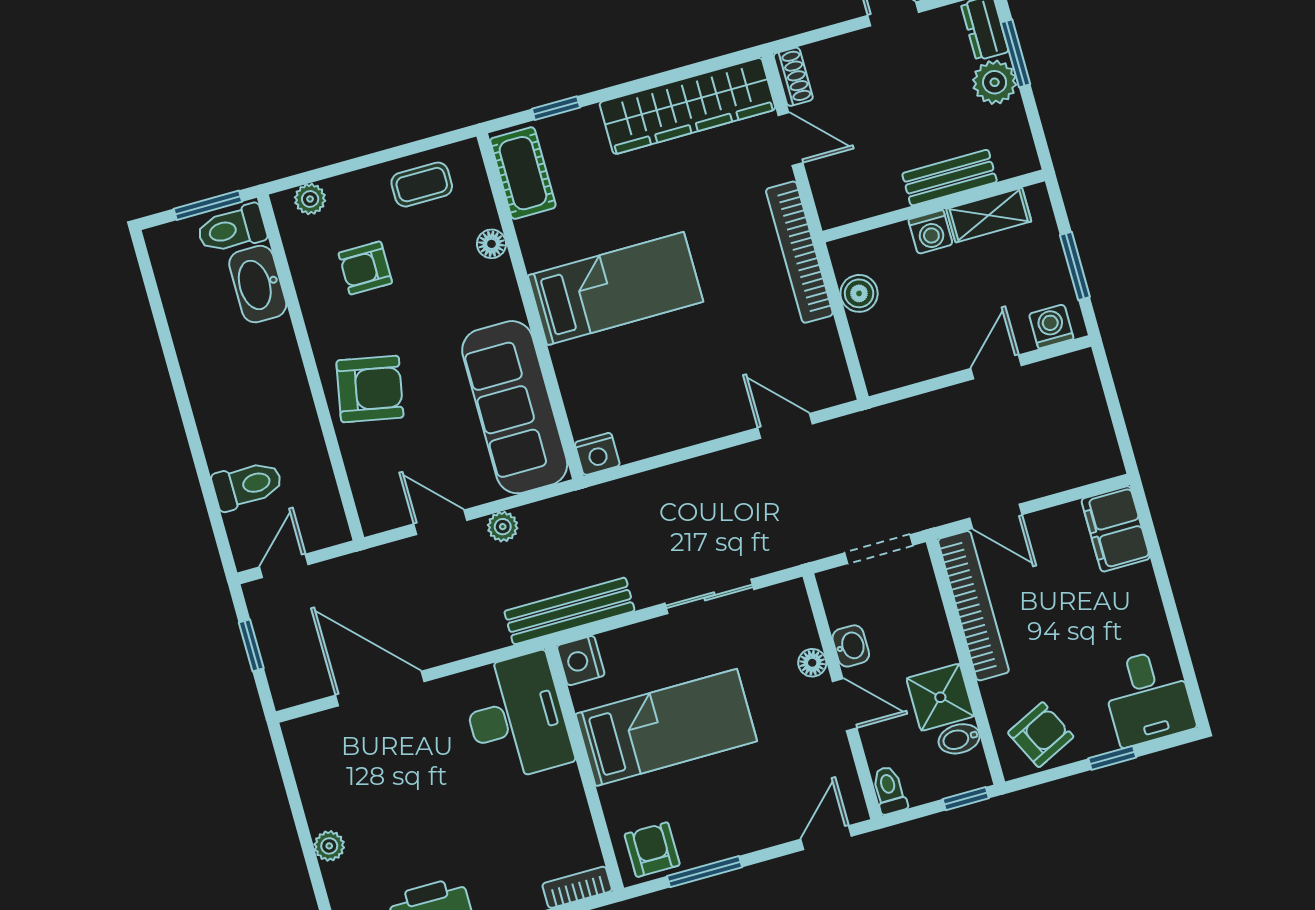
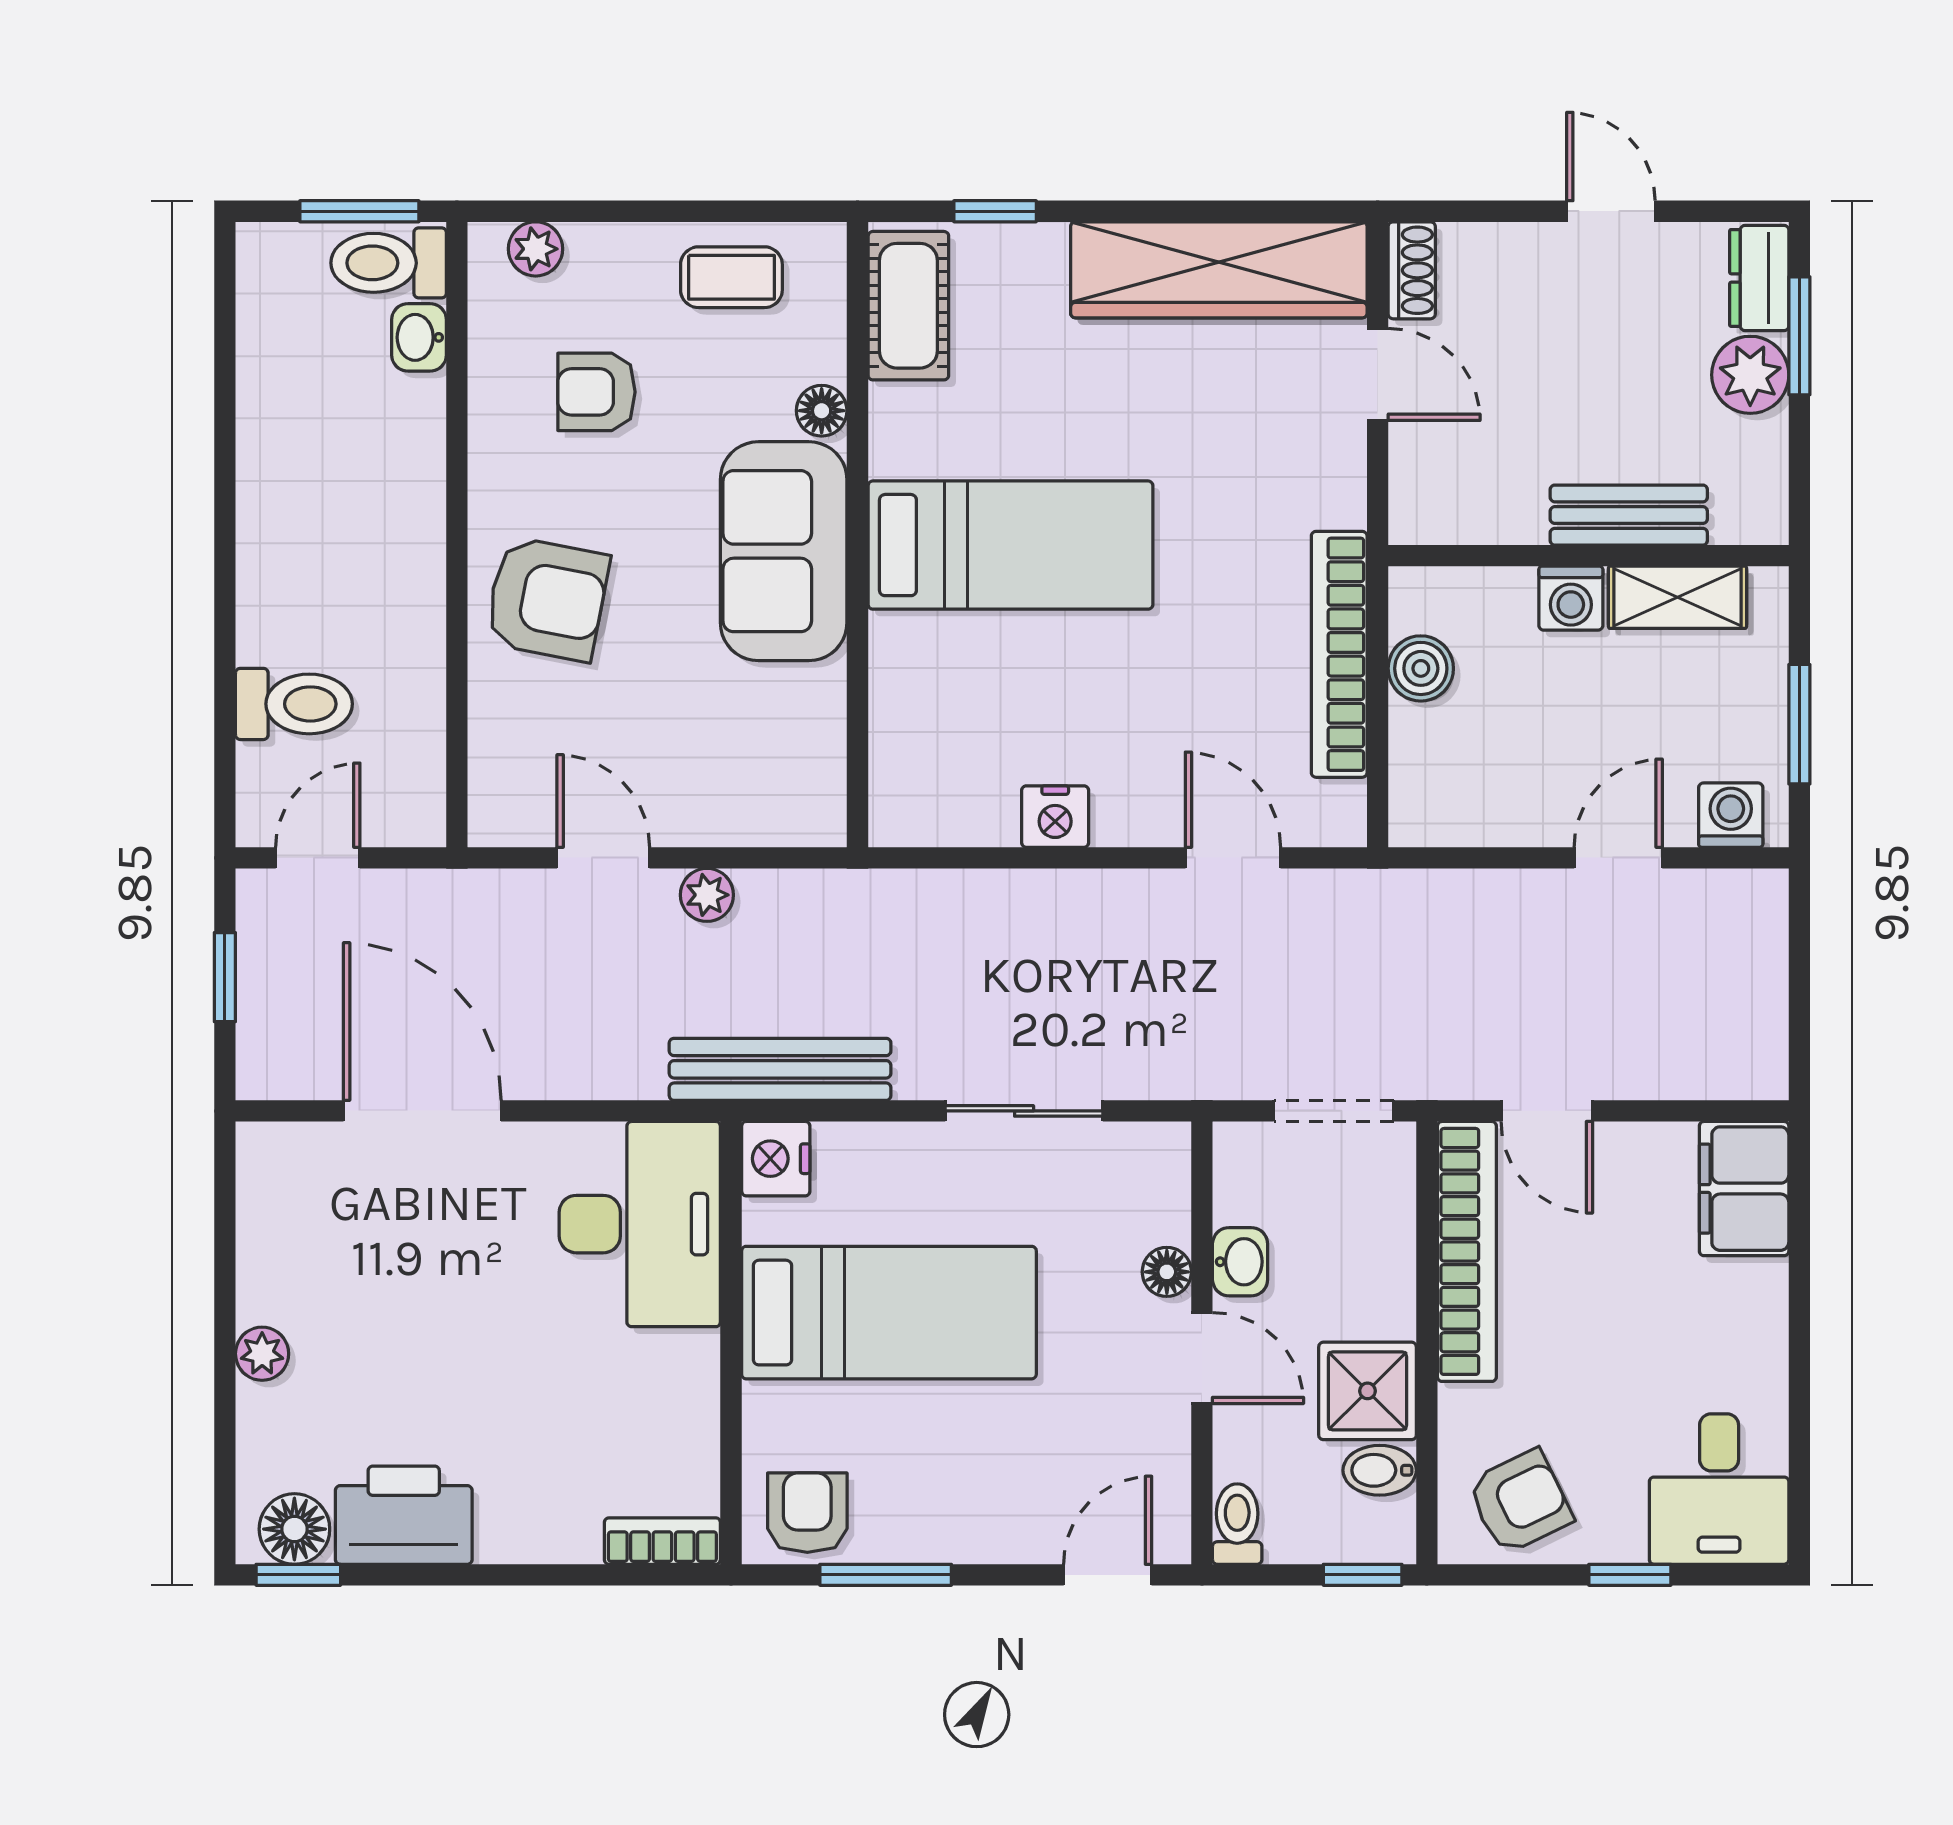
bookcase: (799, 252) -> (1339, 654), moved
washbasin: (258, 284) -> (419, 337), width x0.52, depth x0.69
sofa: (515, 407) -> (784, 551), moved, width x0.73
nightstand: (597, 454) -> (1055, 817), moved

